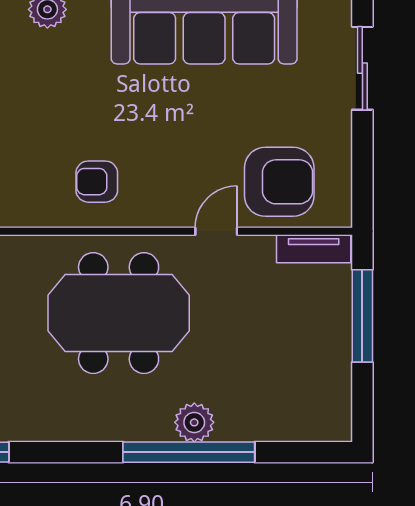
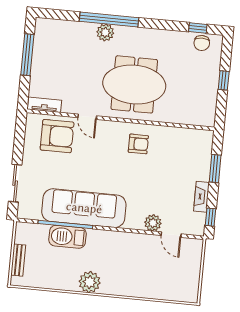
armchair: (279, 182) -> (57, 136), turned 180
door: (216, 231) -> (87, 117), hinge flipped
window: (362, 316) -> (27, 55), moved

